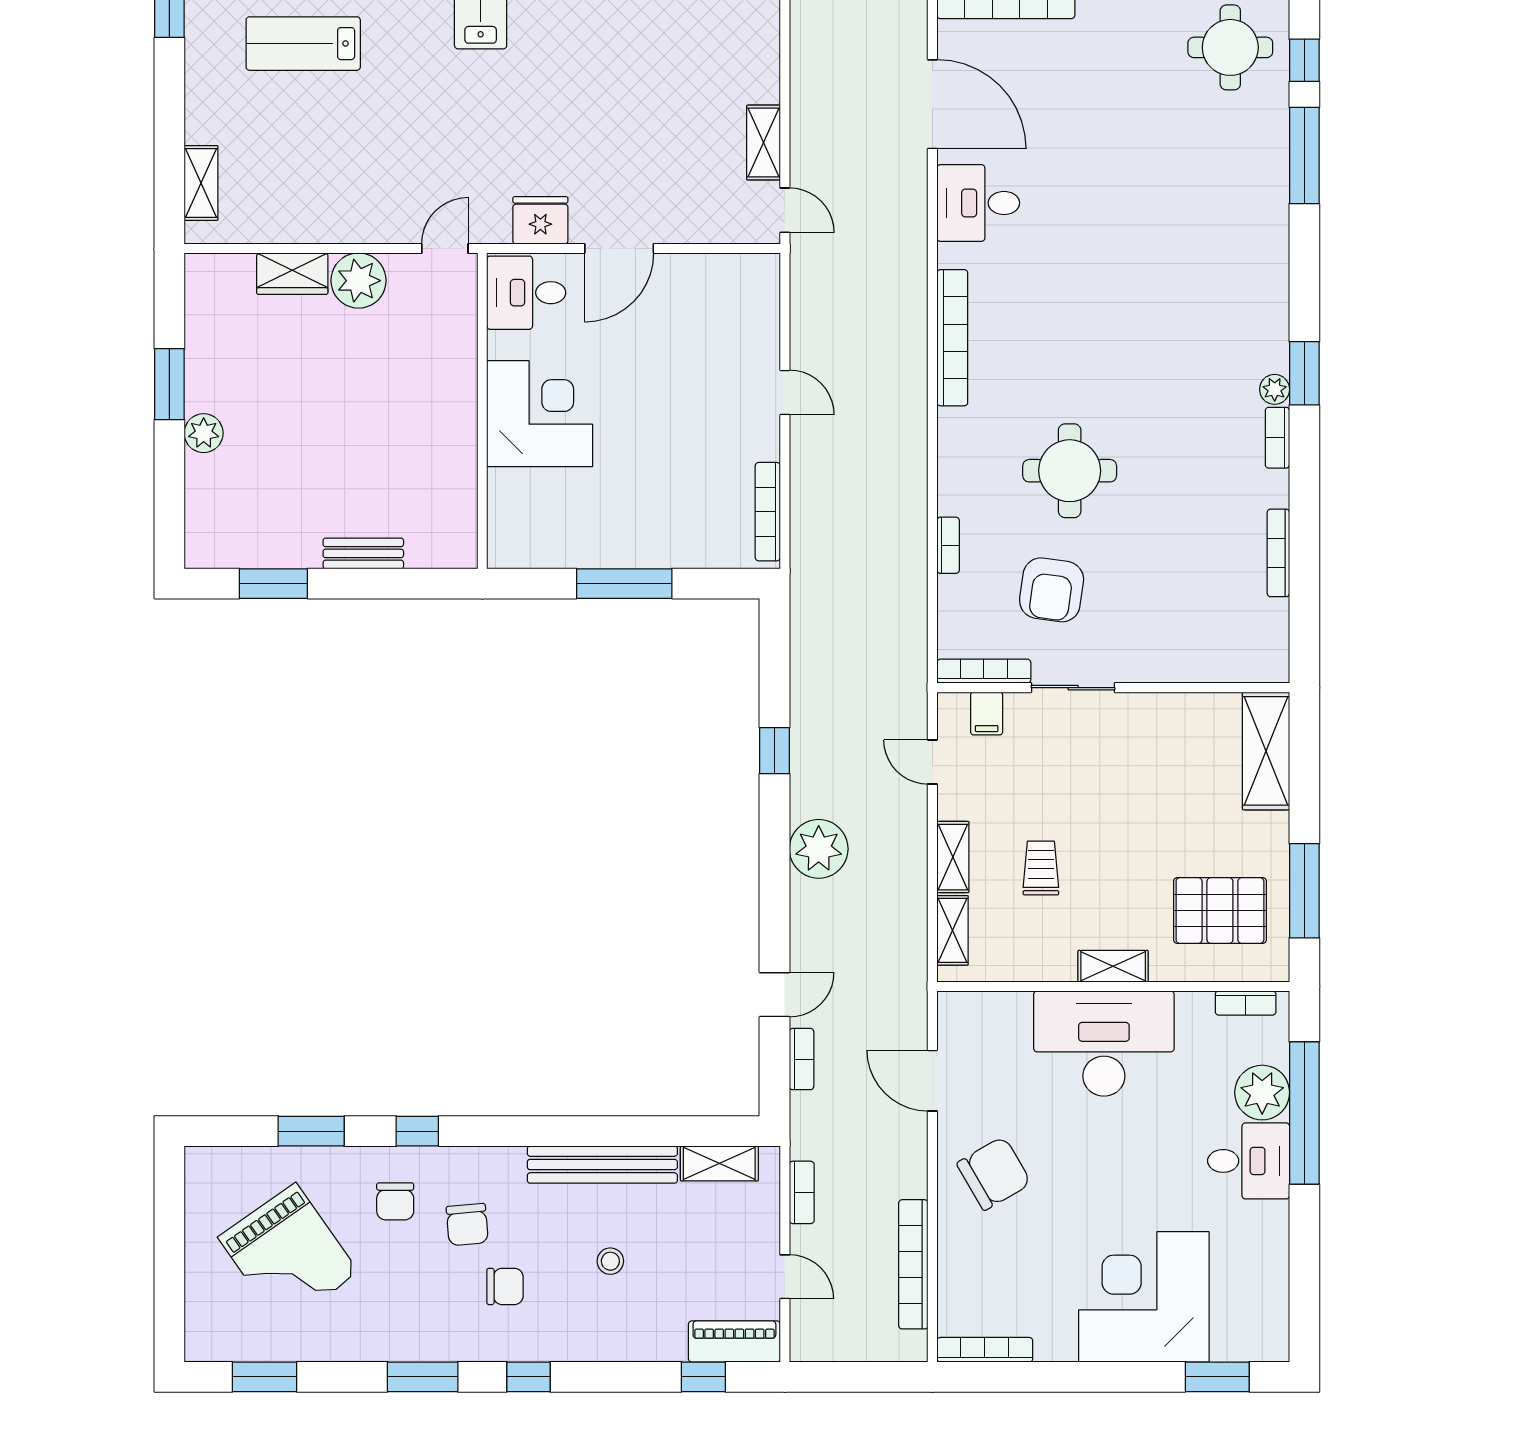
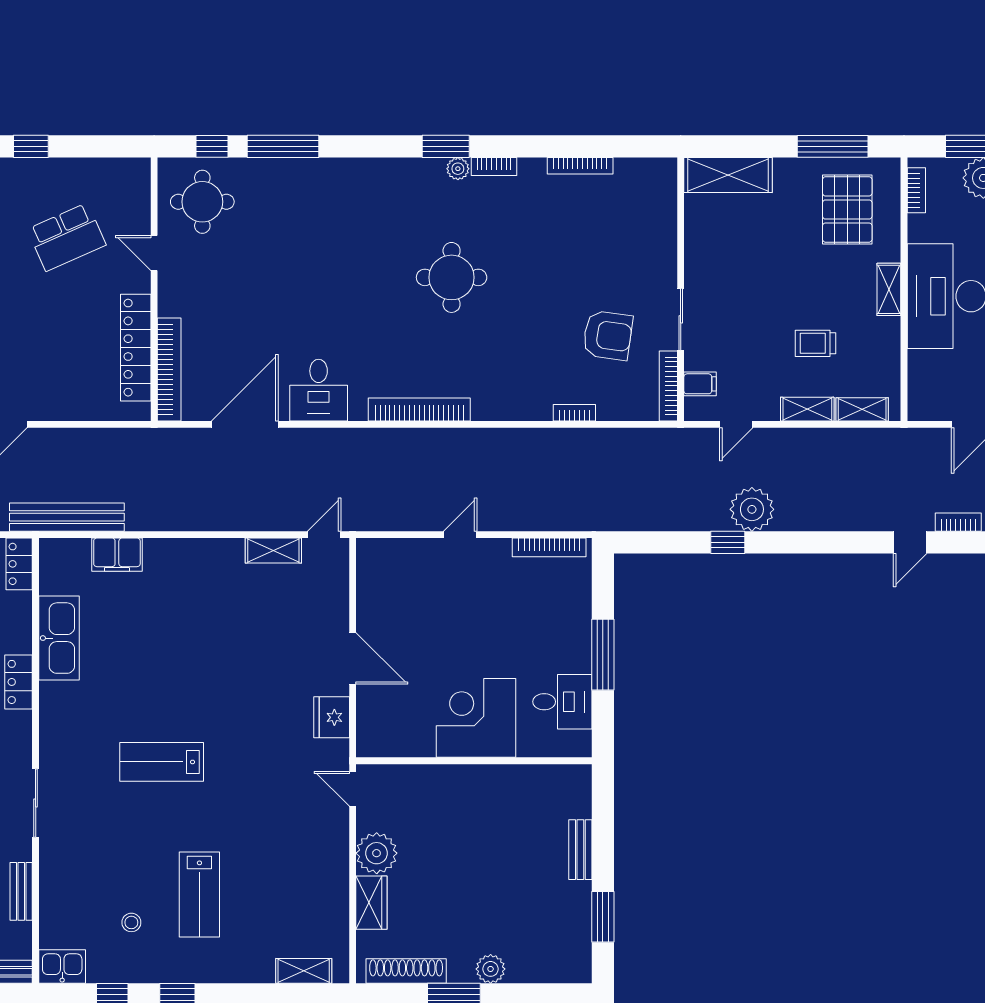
desk: (526, 293) -> (562, 702), moved, turned -90
shoe rack: (201, 320) -> (406, 971), added
round table: (1070, 471) -> (452, 277), moved
plant: (819, 849) -> (752, 509), moved
door: (774, 995) -> (910, 542), swing flipped

